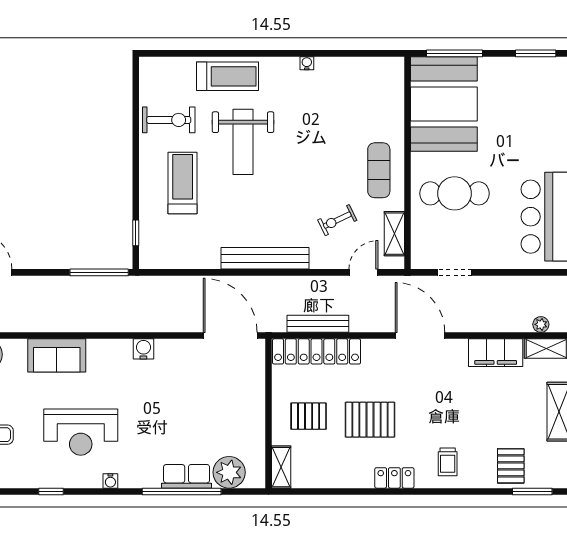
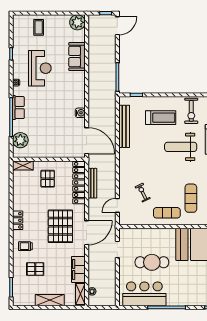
exercise mat: (349, 121) -> (191, 198), added
cafe table: (454, 193) -> (152, 262), moved, turned 90
shelving: (394, 234) -> (136, 220), removed
bench: (265, 258) -> (124, 126), moved
door: (363, 272) -> (117, 205), swing flipped
door: (230, 336) -> (87, 141), hinge flipped
water cooler: (143, 349) -> (80, 113), moved
pallet: (370, 420) -> (60, 226), moved, width x1.37, depth x1.41
reception desk: (81, 432) -> (40, 68), turned 180
pallet: (511, 466) -> (35, 269), moved
row of seats: (187, 476) -> (18, 108), moved

